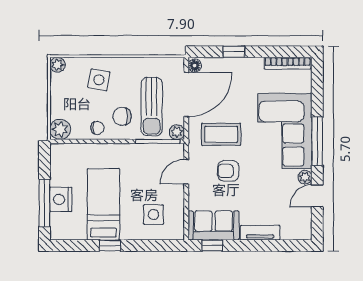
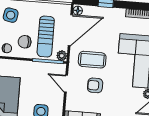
door: (186, 172) -> (66, 84), hinge flipped

